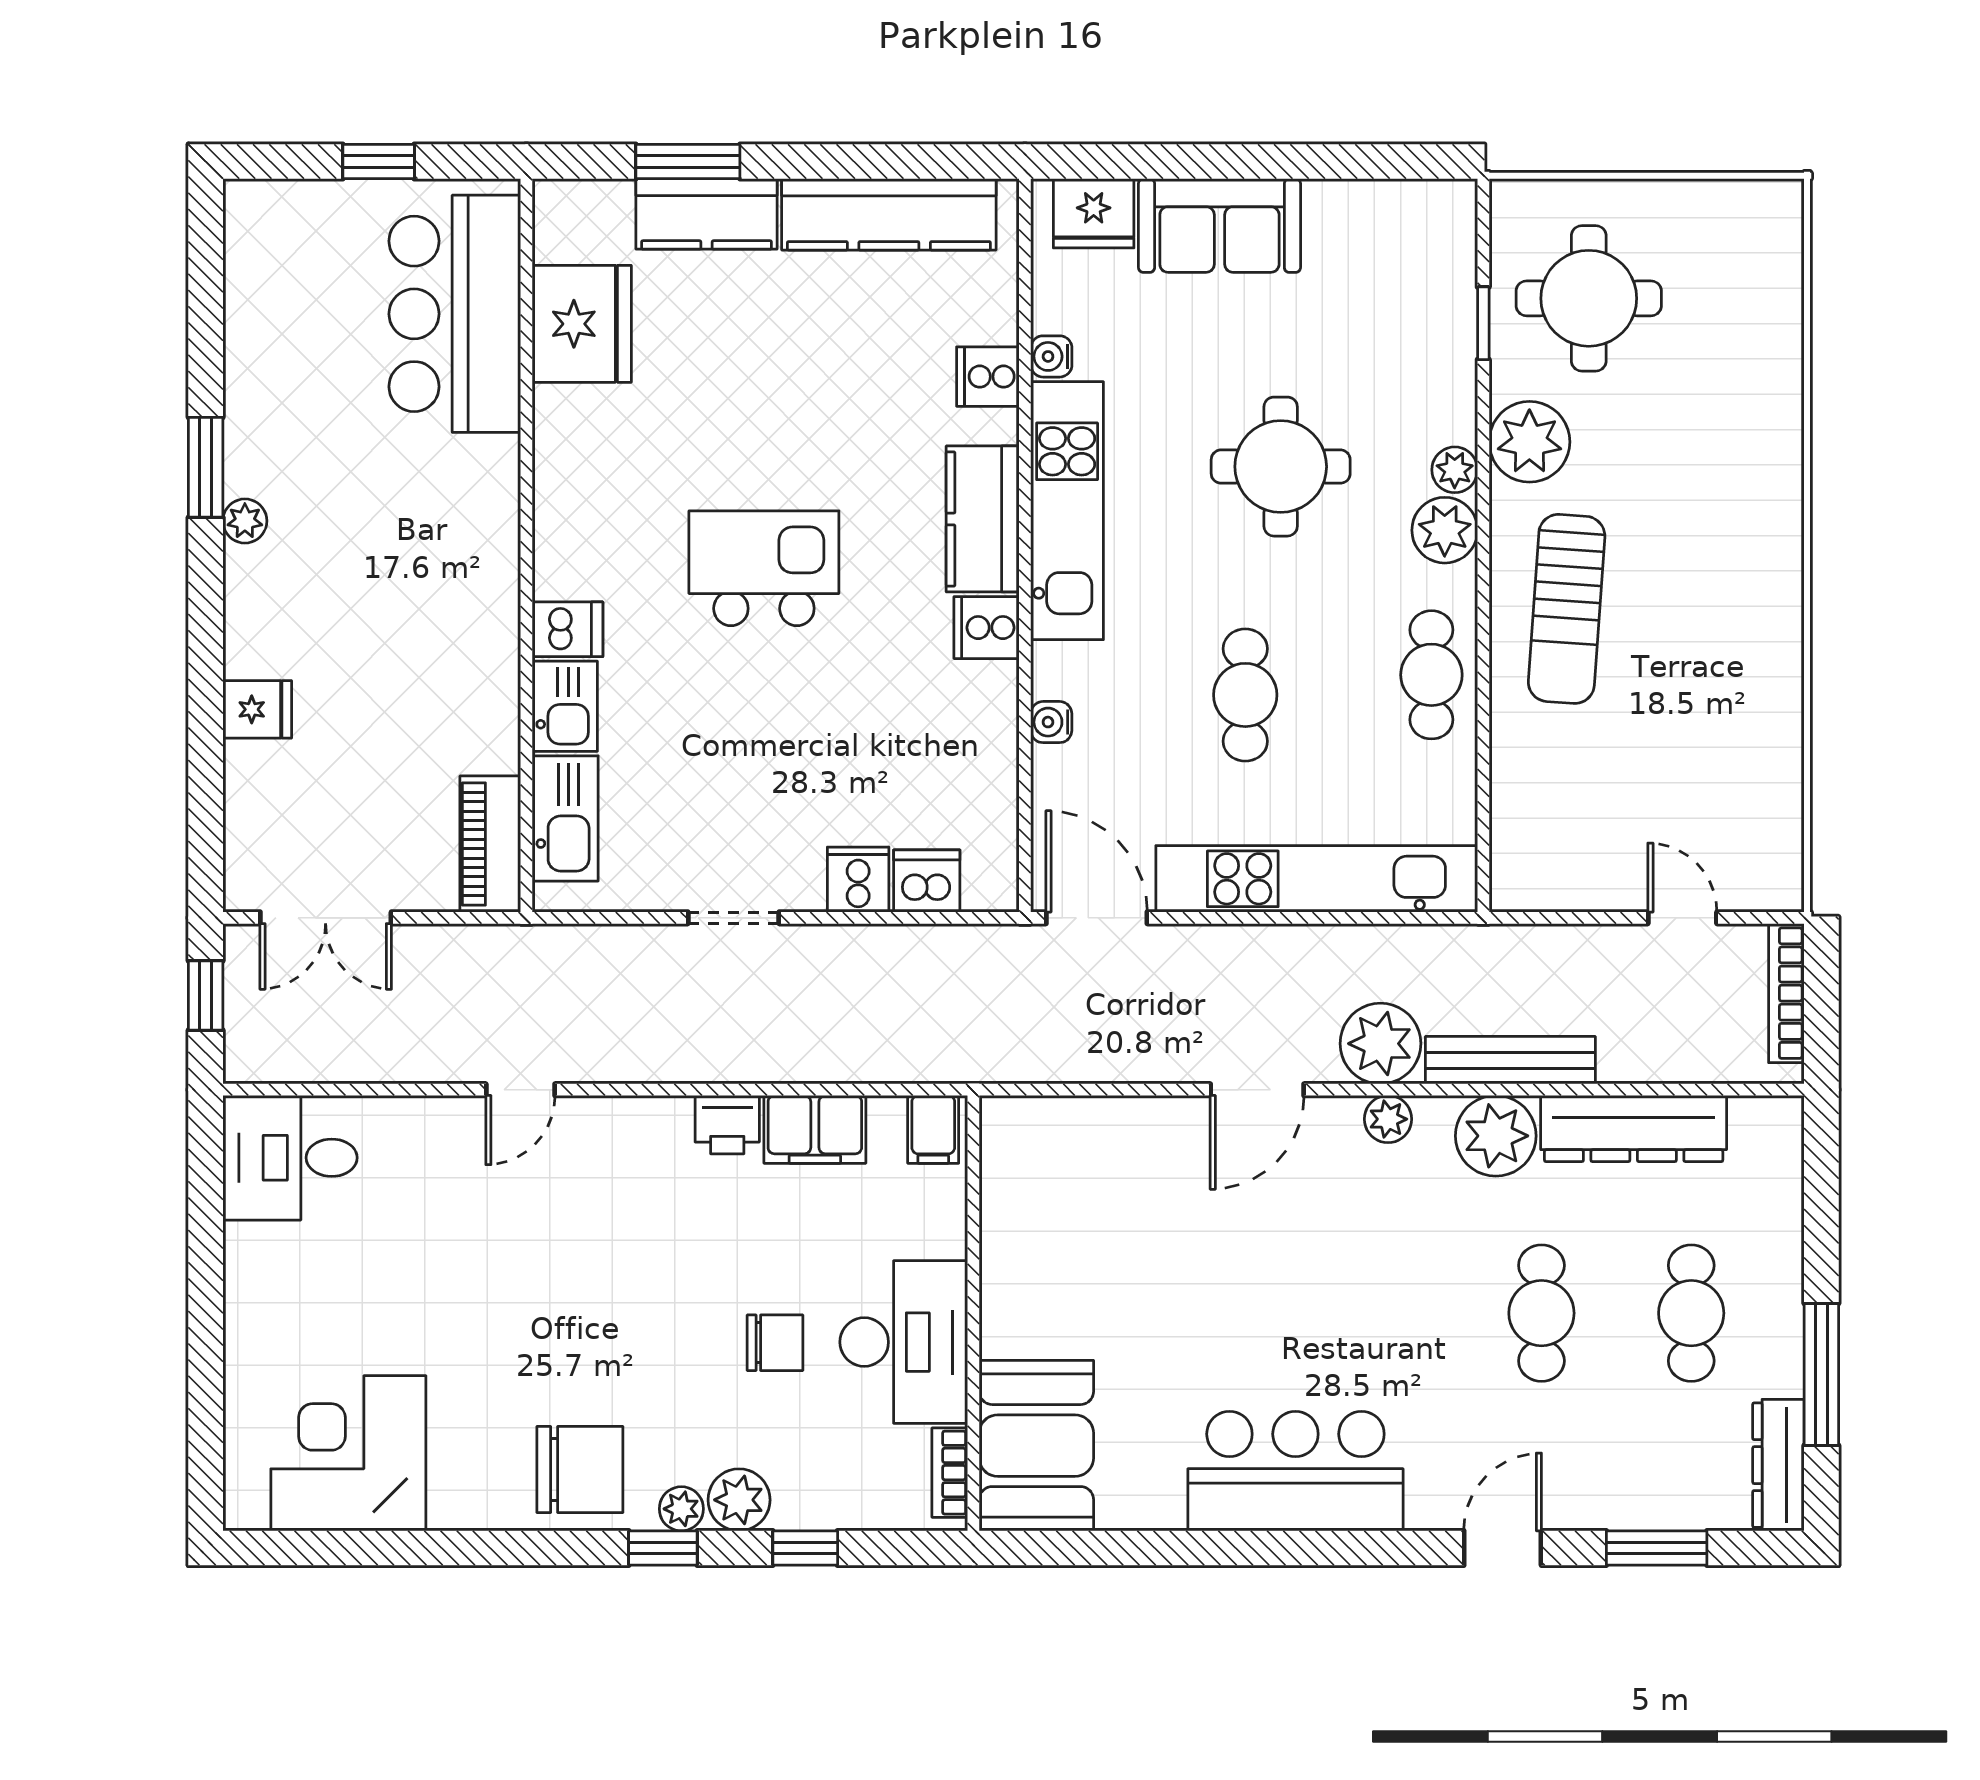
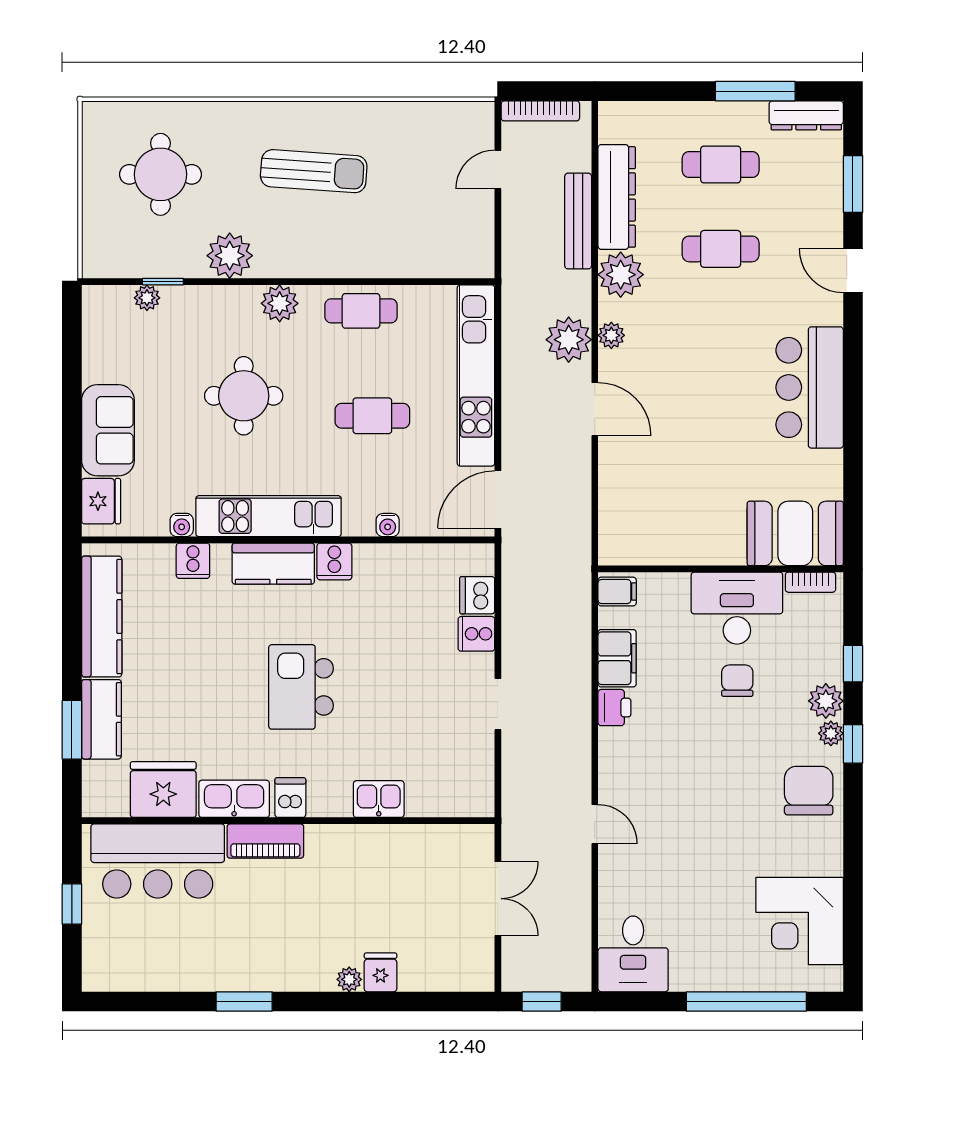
round table: (1589, 298) -> (160, 174), moved
plant: (1455, 470) -> (147, 298), moved
plant: (245, 521) -> (349, 979), moved
sun lounger: (1567, 609) -> (314, 171), moved
dishwasher: (567, 629) -> (290, 798), moved
kitchen sink: (565, 818) -> (234, 799), moved
piano: (490, 844) -> (265, 841), moved
double door: (326, 918) -> (498, 899), moved
bench: (1510, 1060) -> (578, 221), moved
window: (206, 1359) -> (746, 1001), added

